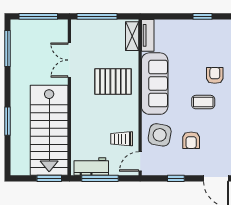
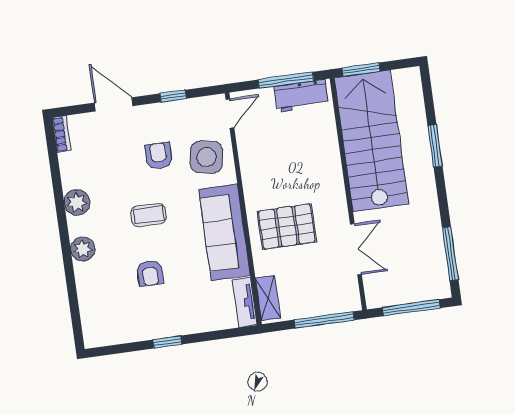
armchair: (215, 75) -> (150, 273), moved
trolley: (122, 139) -> (262, 143), removed

